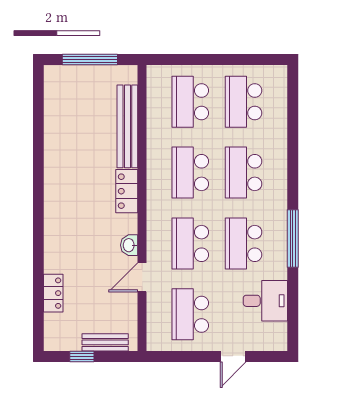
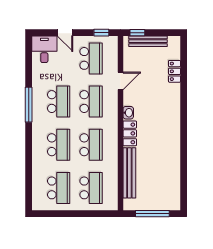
washbasin: (129, 245) -> (128, 113), moved
desk: (265, 301) -> (44, 49), moved, turned 90
bench: (105, 342) -> (148, 41), width x1.36
window: (82, 357) -> (137, 33), moved
window: (173, 357) -> (101, 33), added
door: (233, 357) -> (65, 33), swing flipped

